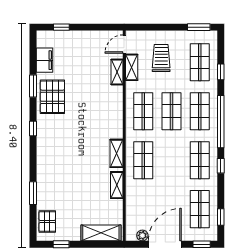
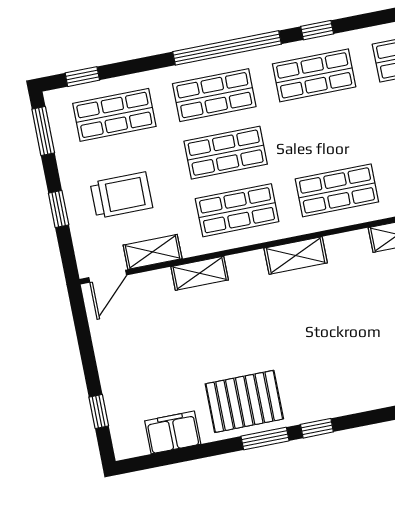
window: (161, 27) -> (59, 209), added
door: (124, 44) -> (108, 276), hinge flipped
trolley: (161, 58) -> (121, 195), turned 180
shelving: (117, 72) -> (200, 273), moved
window: (221, 72) -> (82, 77), moved
window: (33, 86) -> (265, 439), moved
shelving: (116, 153) -> (296, 255), moved

